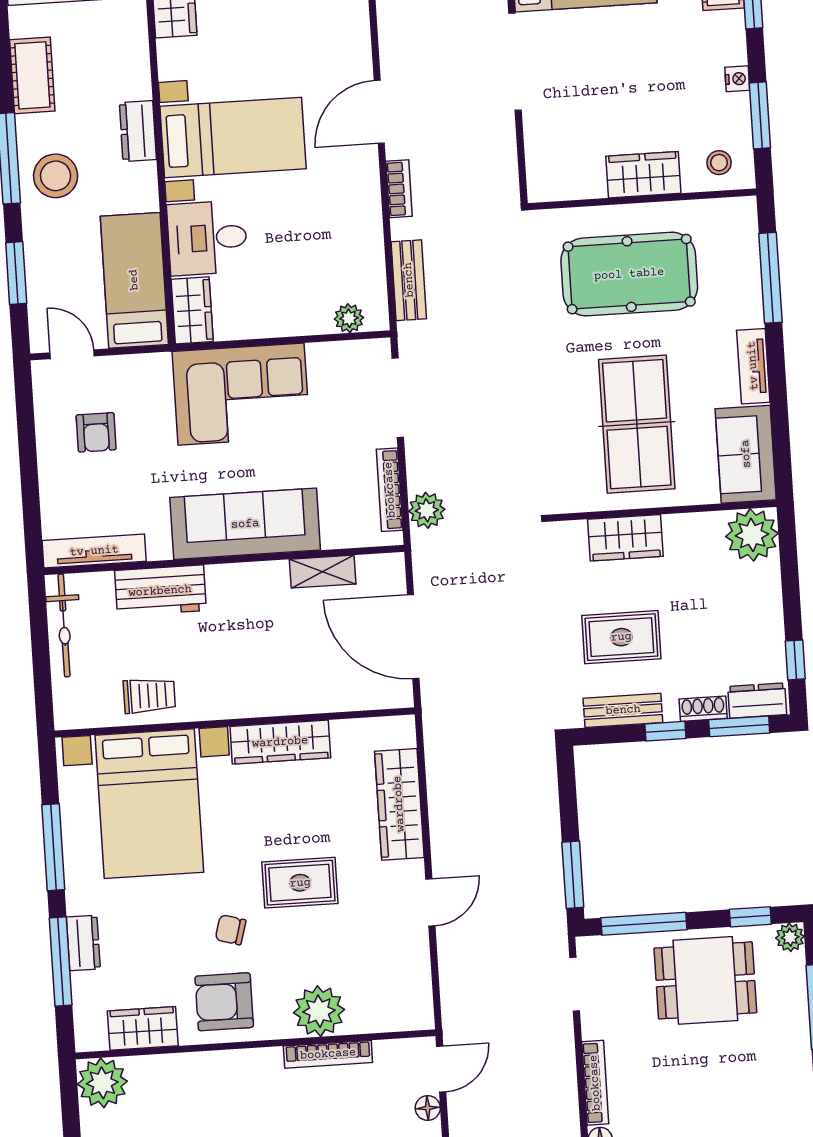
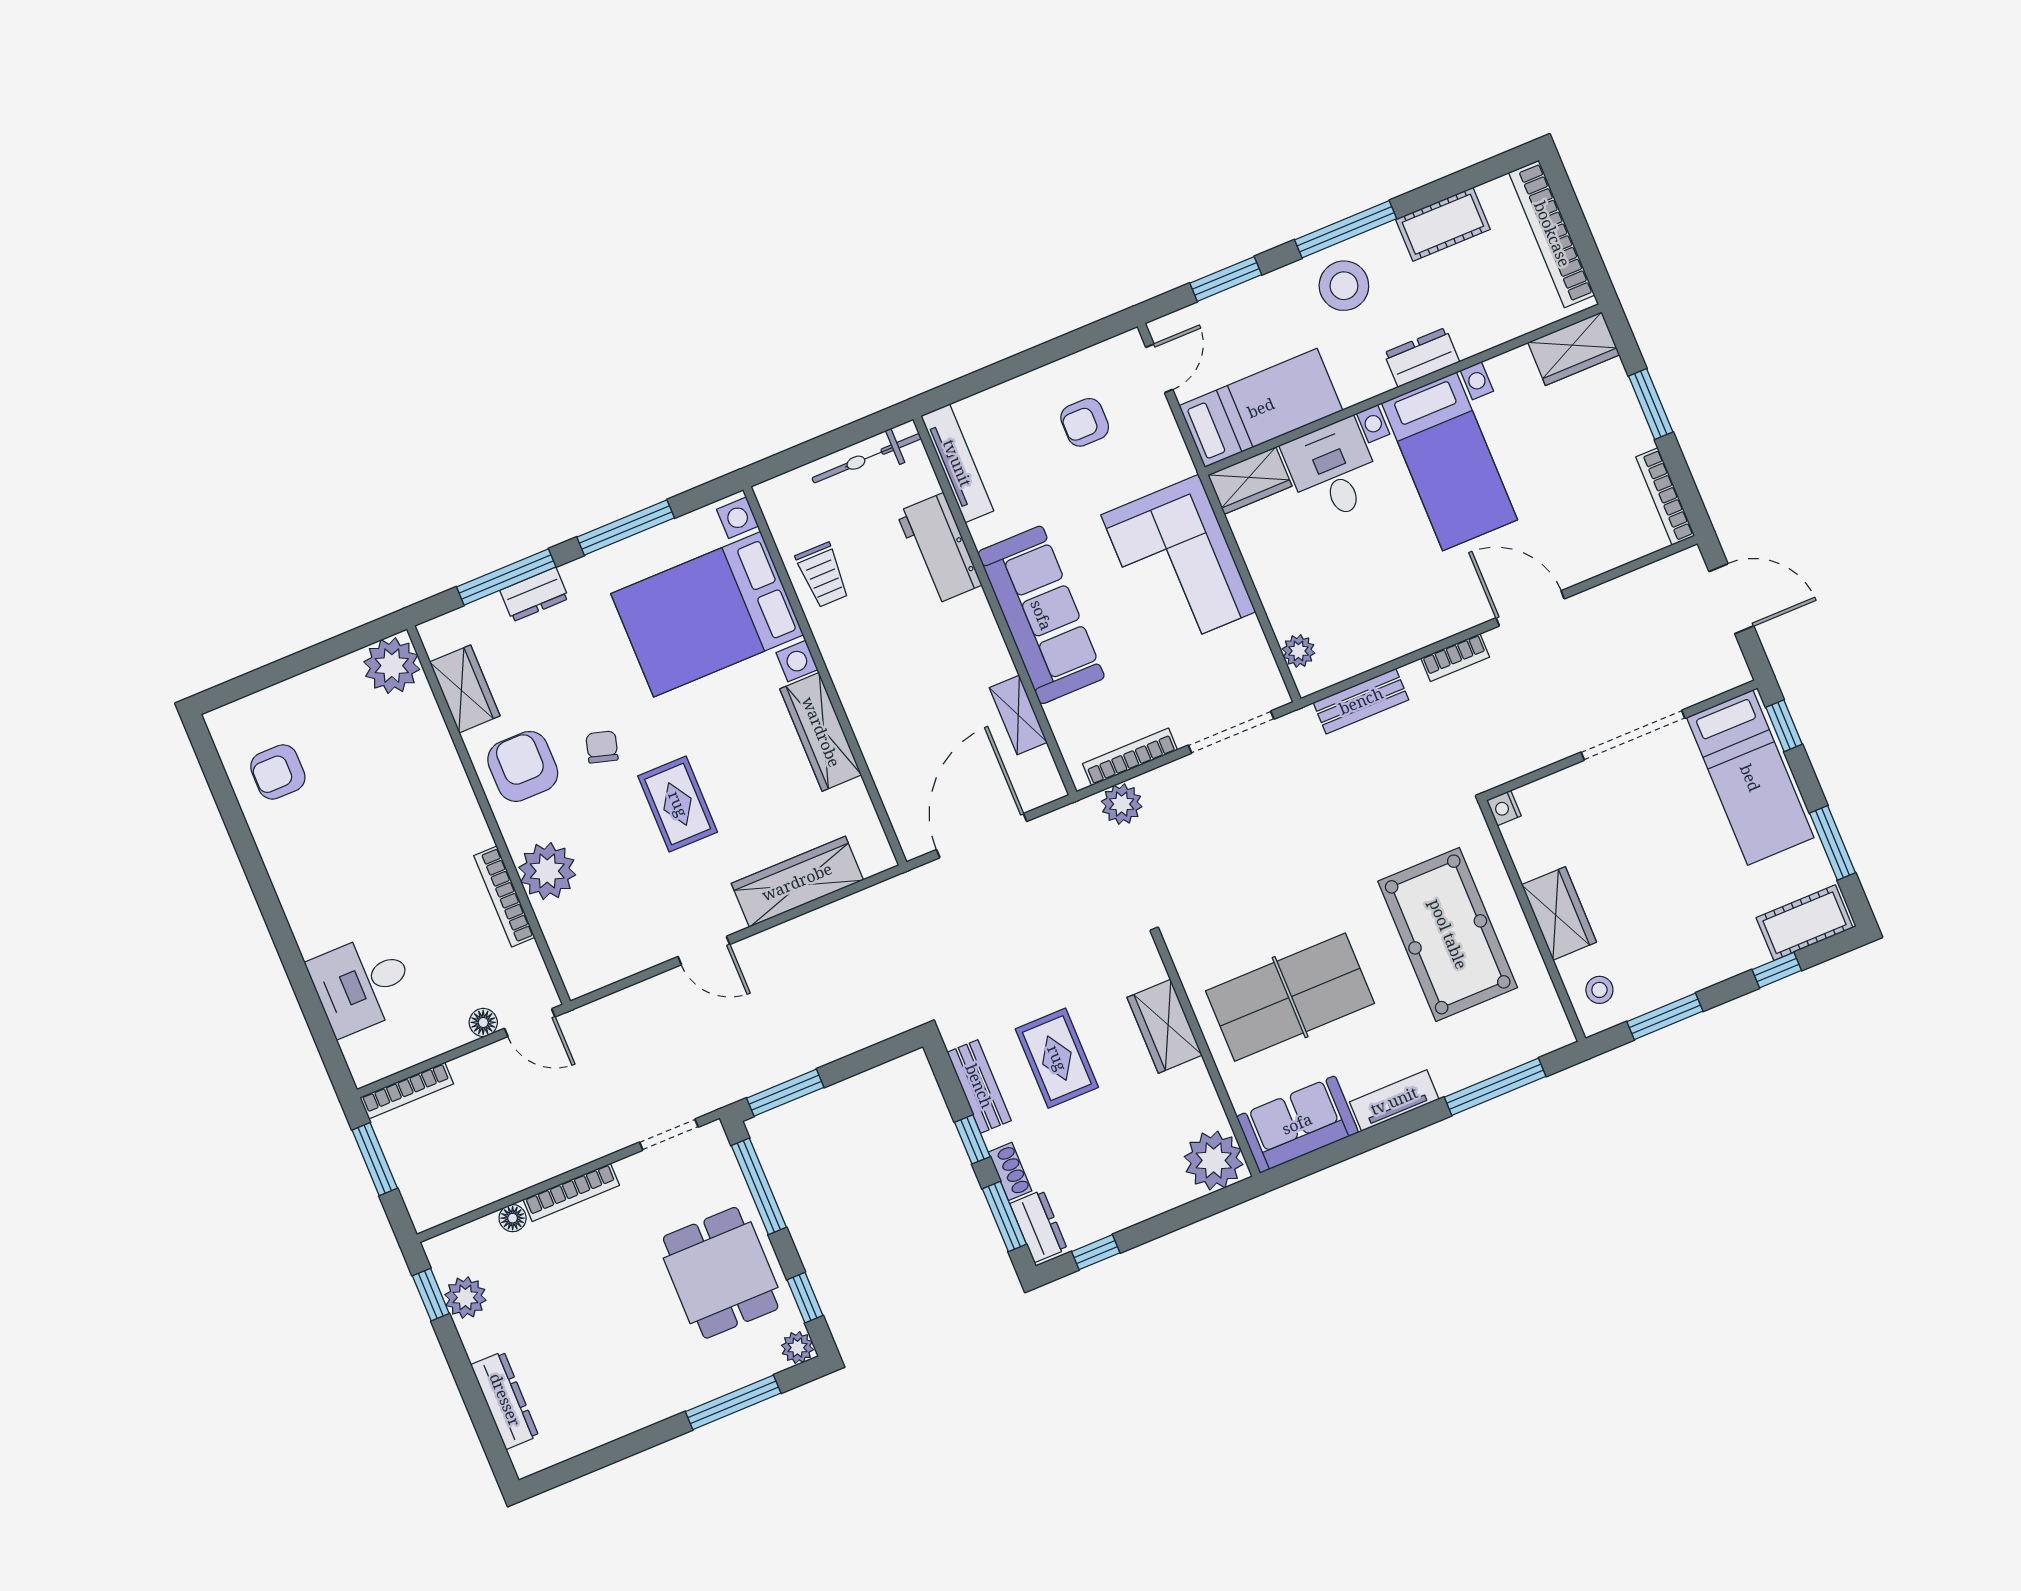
nightstand: (737, 79) -> (1504, 808), moved, turned 90

